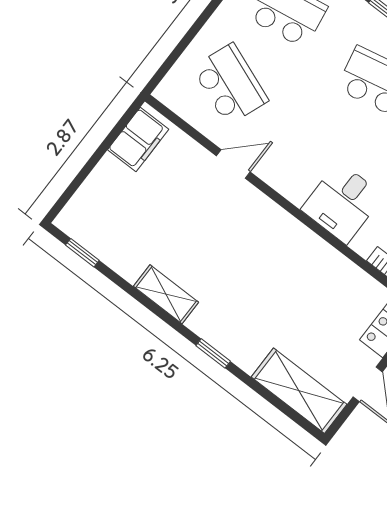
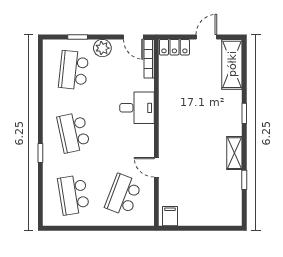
filing cabinet: (138, 139) -> (170, 216), width x0.50
window: (82, 253) -> (244, 180), moved

